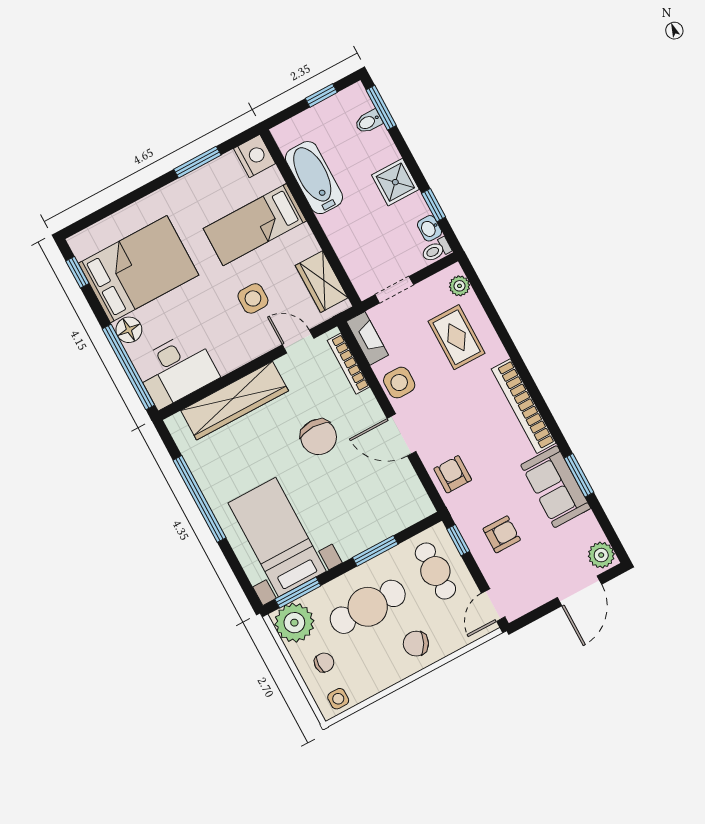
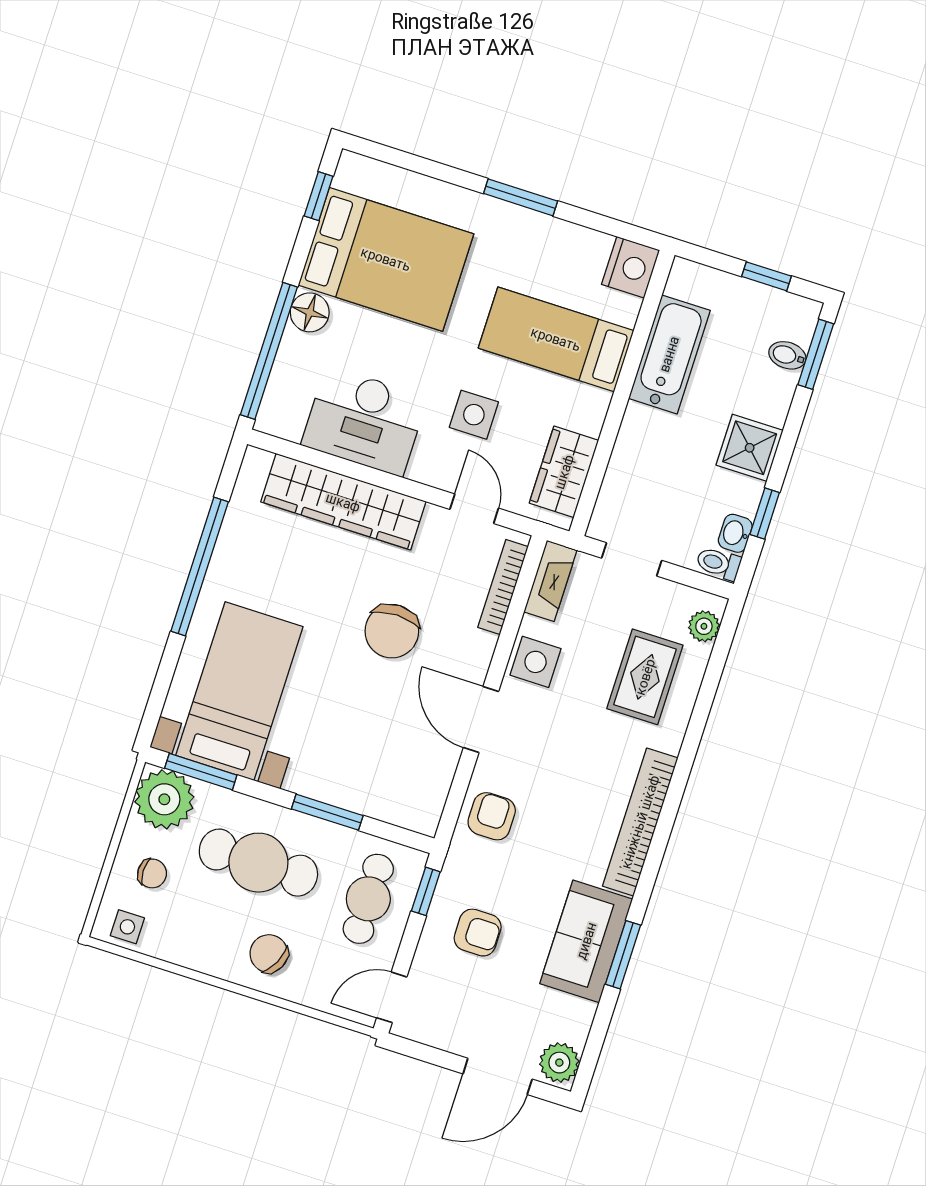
window: (197, 162) -> (521, 197), moved
desk: (176, 370) -> (364, 421), moved

